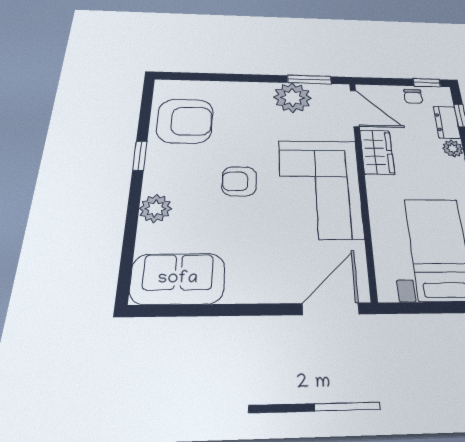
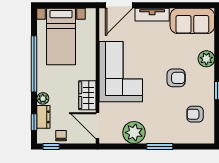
window: (309, 80) -> (160, 147), moved
armchair: (185, 121) -> (195, 114), width x0.53, depth x0.53
armchair: (239, 181) -> (176, 78), moved
tv unit: (262, 291) -> (152, 15), added

